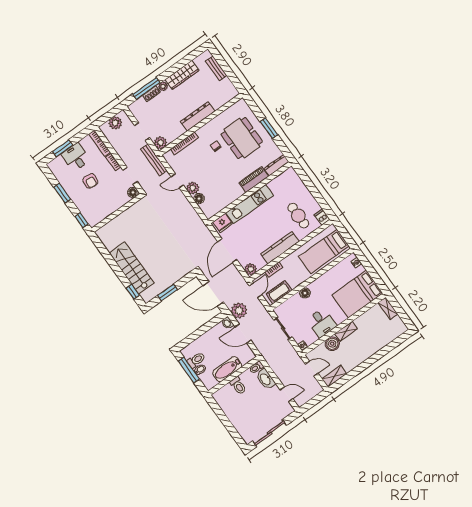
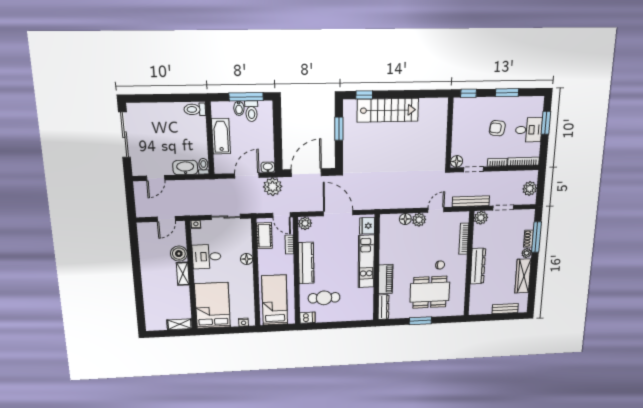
shelving: (334, 376) -> (144, 236), removed
toilet: (238, 386) -> (195, 109), moved

